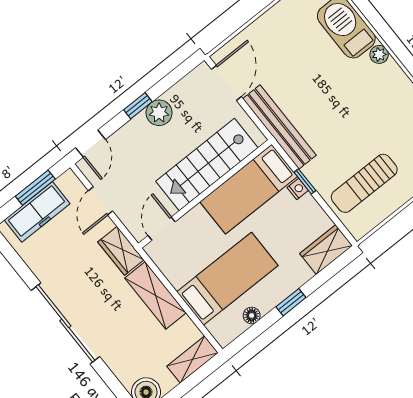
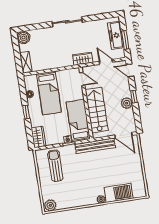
shelving: (155, 295) -> (58, 62), removed
sliding door: (65, 323) -> (67, 22), width x0.73

